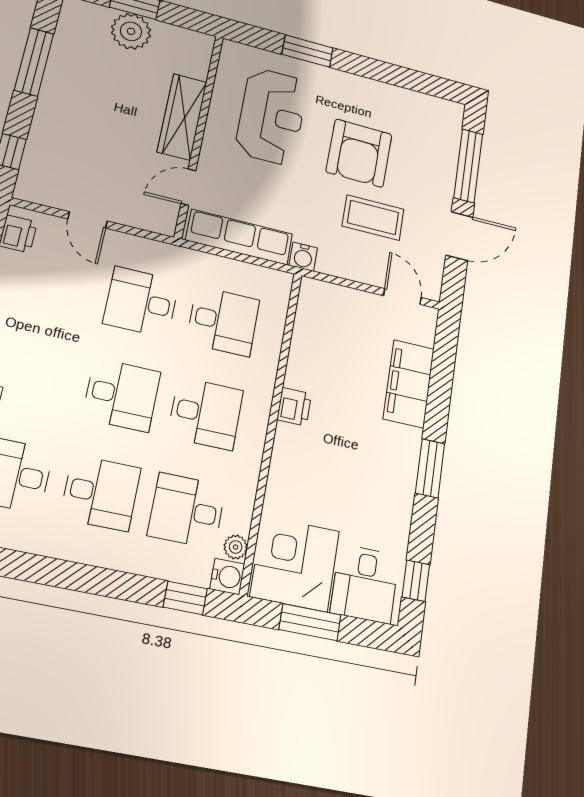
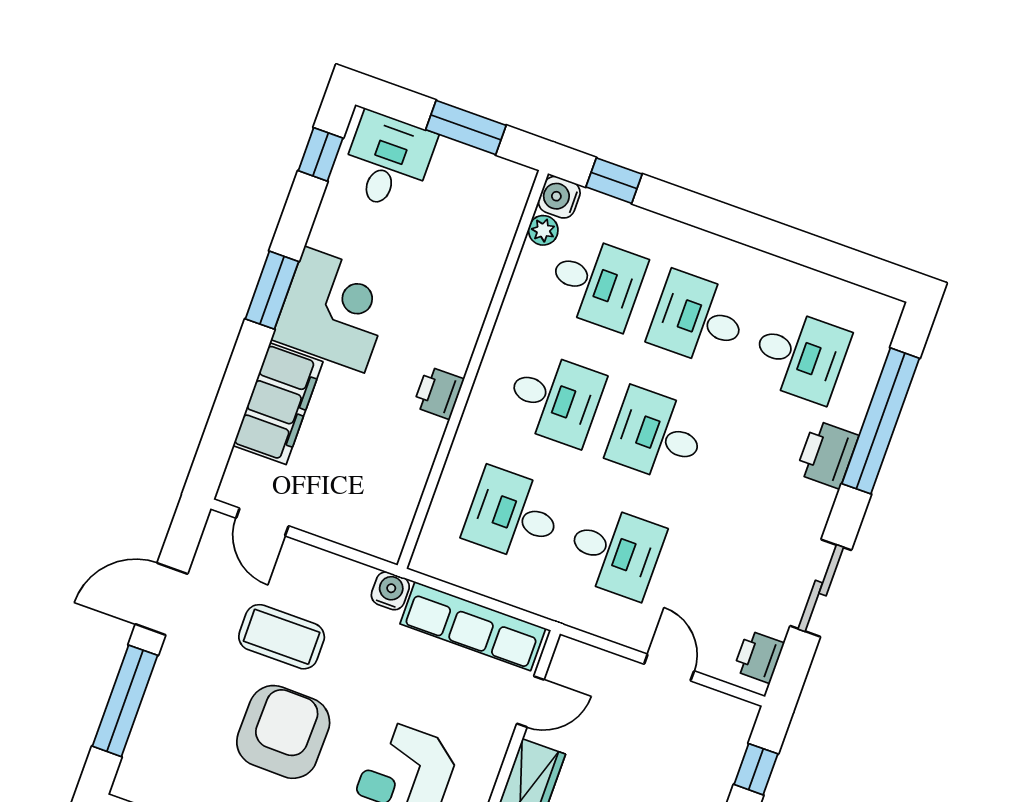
desk: (205, 413) -> (555, 399), turned 180
corner desk: (295, 564) -> (334, 310), moved, turned -90

